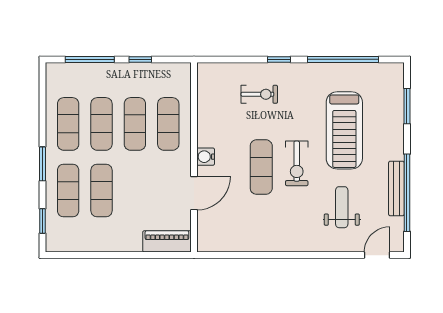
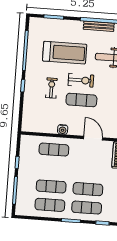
exercise bike: (259, 94) -> (51, 88), moved
exercise mat: (135, 124) -> (53, 168), removed
water cooler: (206, 157) -> (63, 129), moved

